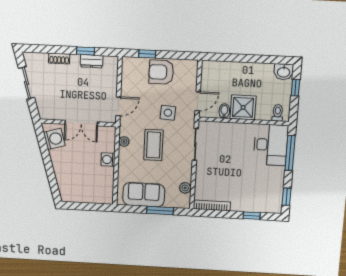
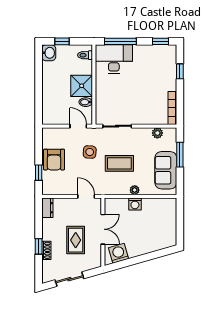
window: (85, 51) -> (39, 246), moved
dresser: (92, 61) -> (47, 208), moved
rug: (70, 92) -> (76, 240), added
plant: (124, 142) -> (135, 190), moved

